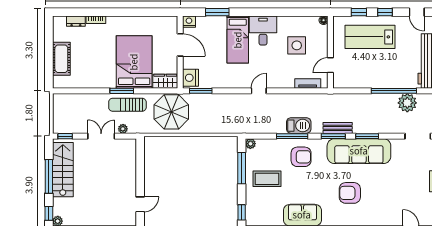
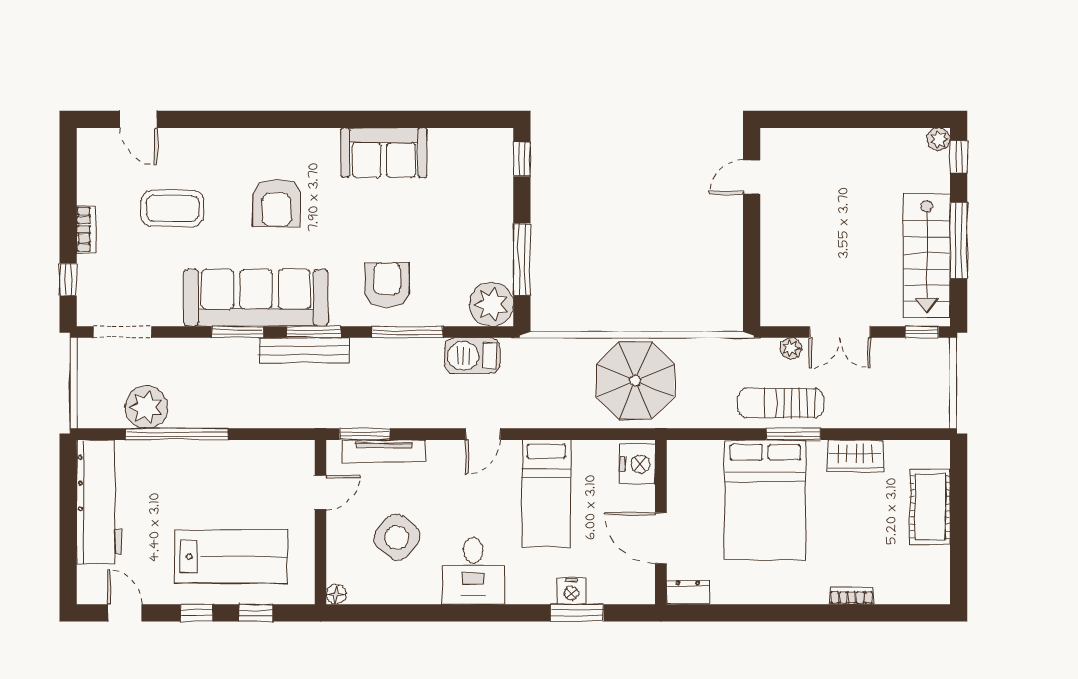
dresser: (76, 21) -> (688, 592), moved
nightstand: (189, 22) -> (571, 591), moved
bed: (238, 40) -> (546, 493), moved, turned 180
side table: (297, 45) -> (397, 537), turned 38
wardrobe: (165, 81) -> (855, 456), moved
tv unit: (308, 84) -> (384, 451), width x1.41
window: (201, 91) -> (365, 434), moved
sun lounger: (127, 105) -> (780, 403), turned 180
parasol: (171, 112) -> (635, 381), moved
barbecue: (299, 126) -> (472, 356), moved
bench: (338, 128) -> (304, 350), width x1.36
plant: (250, 144) -> (491, 304), width x1.88, depth x1.88
armchair: (301, 157) -> (387, 285), turned 90
coffee table: (267, 179) -> (172, 208), moved
armchair: (350, 193) -> (277, 203), turned 90

